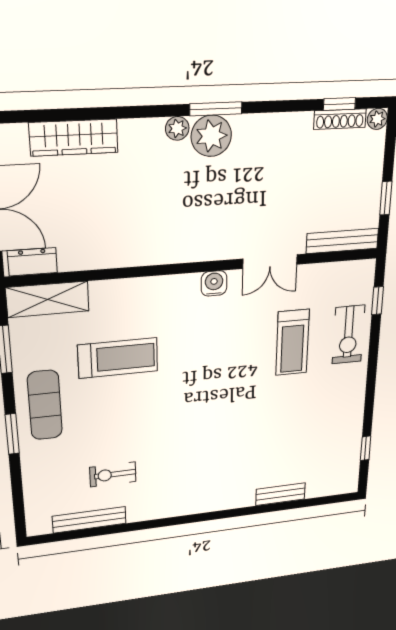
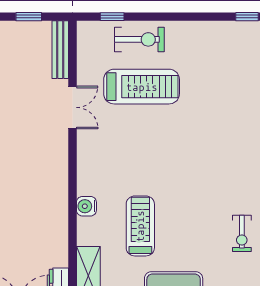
water cooler: (214, 283) -> (86, 206), moved
treadmill: (292, 343) -> (142, 87), width x1.37, depth x1.38

